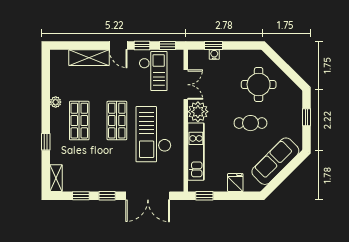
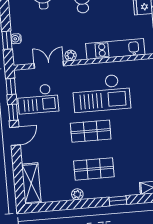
shelving: (89, 58) -> (31, 184), moved
checkout: (153, 71) -> (38, 99), turned 180
plant: (198, 112) -> (71, 55), width x0.53, depth x0.53

